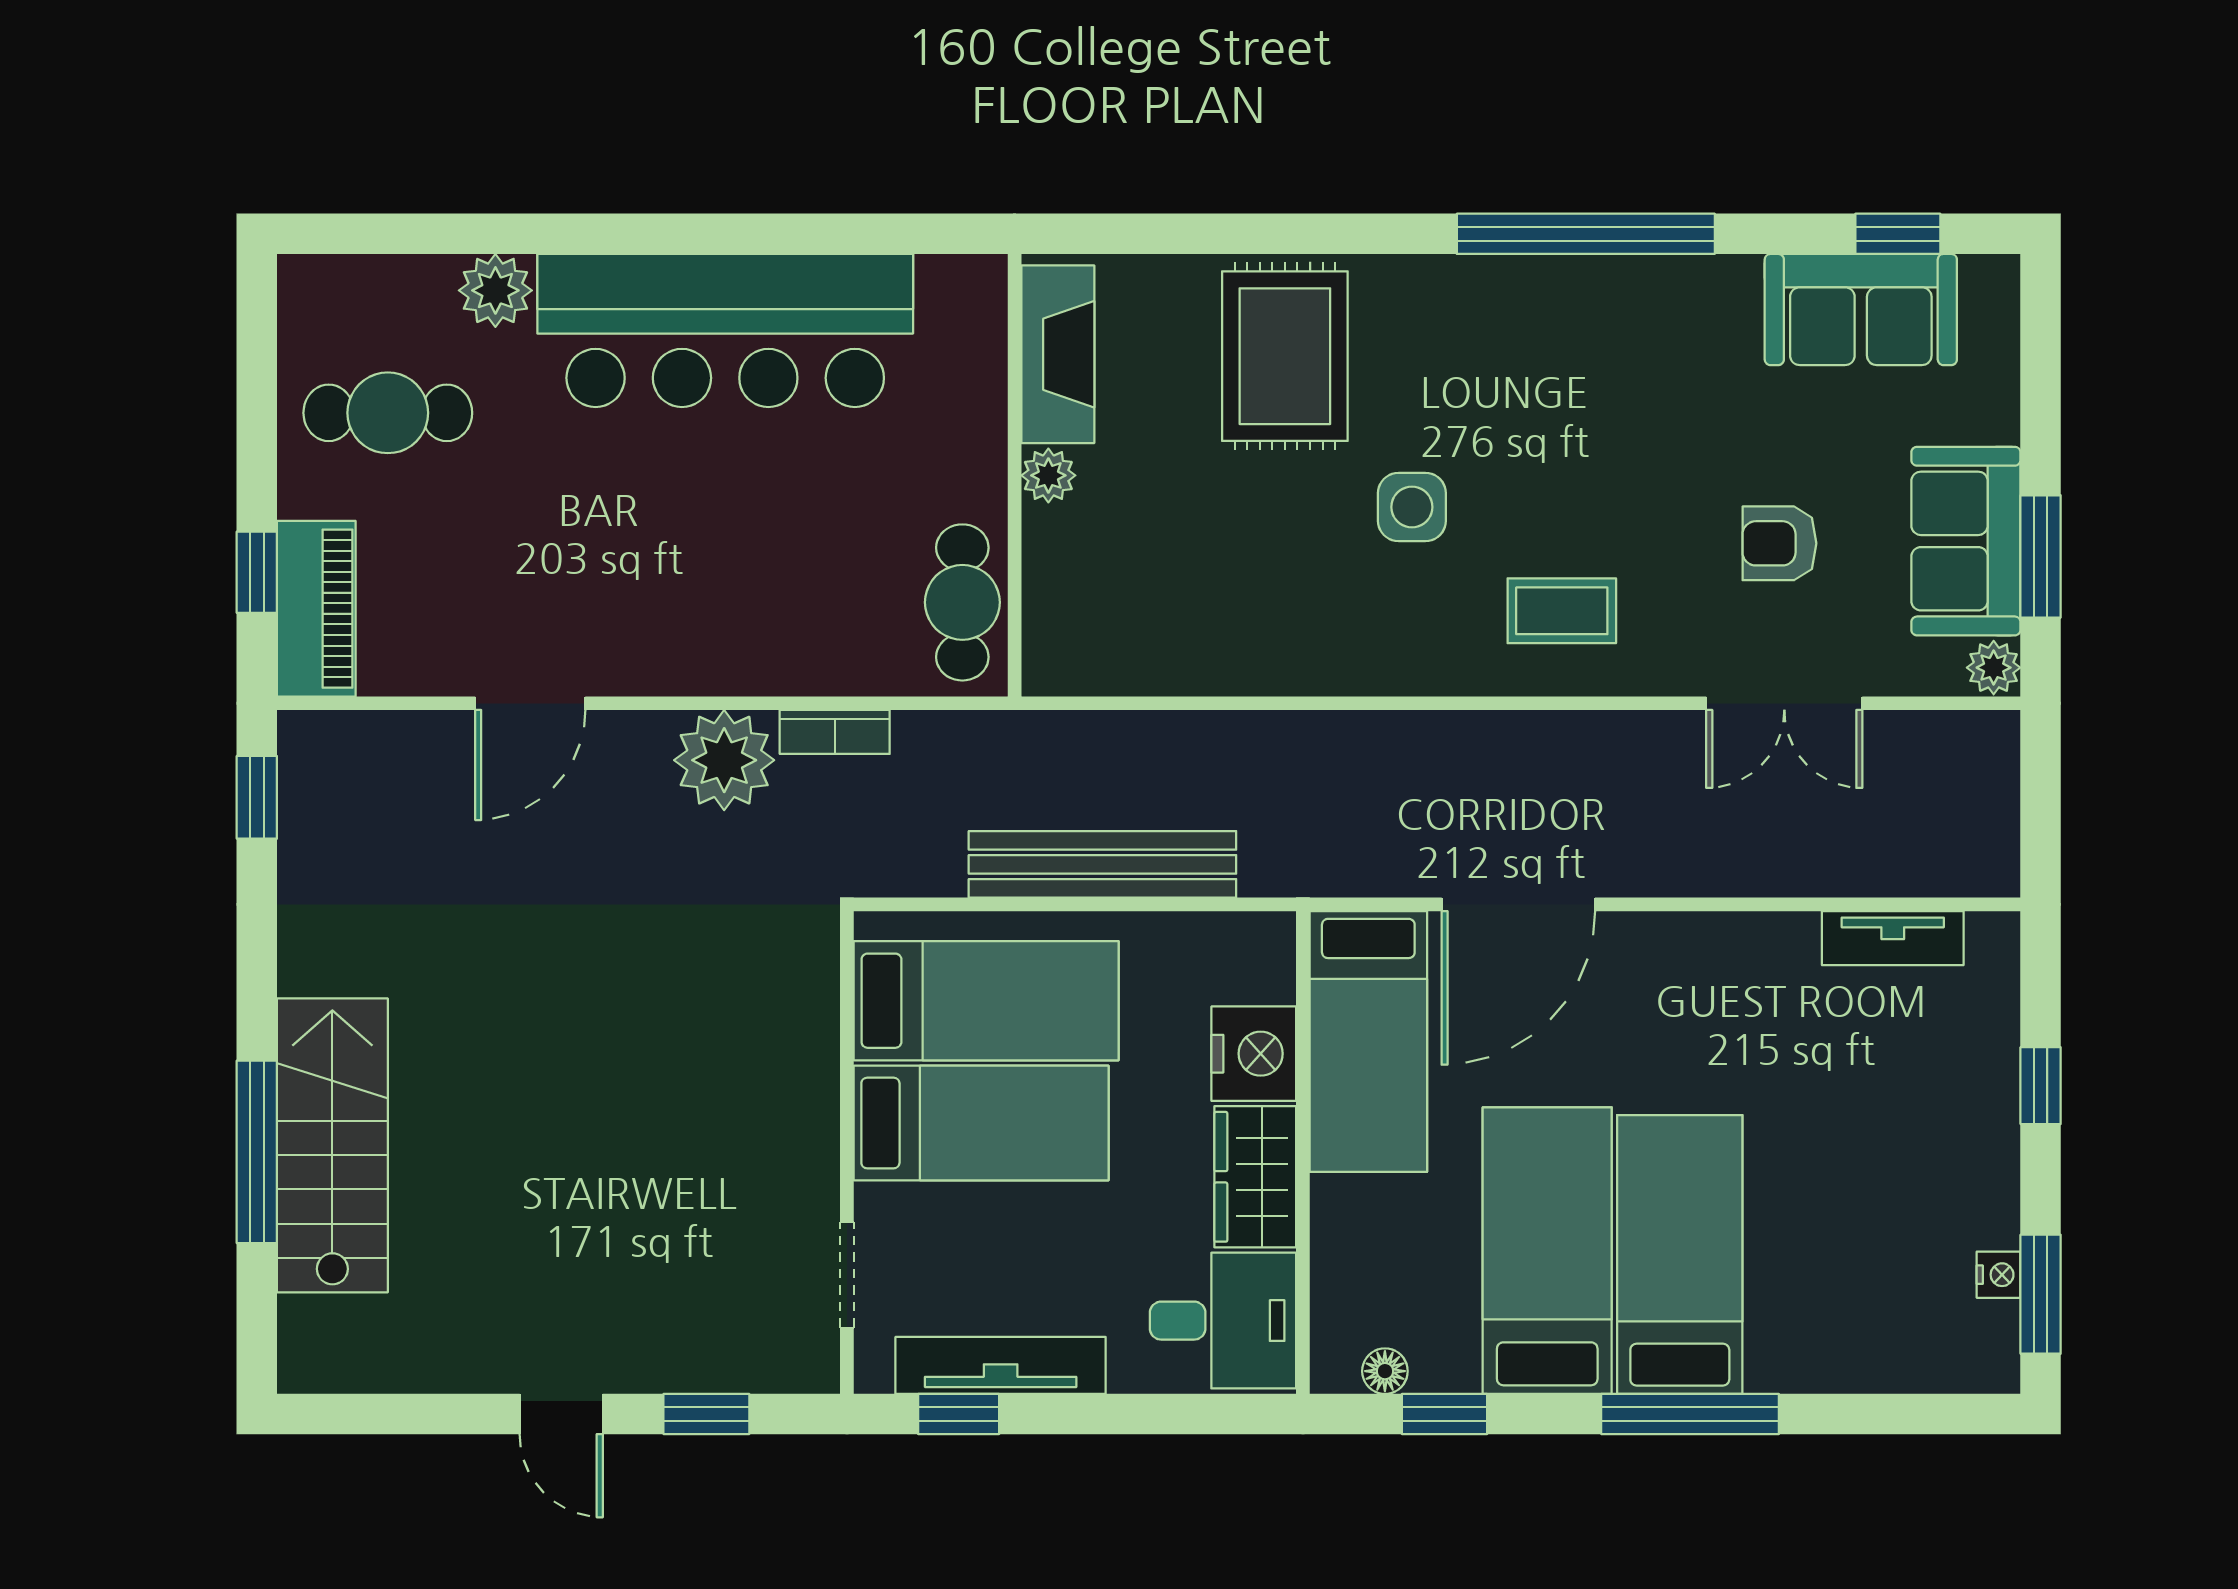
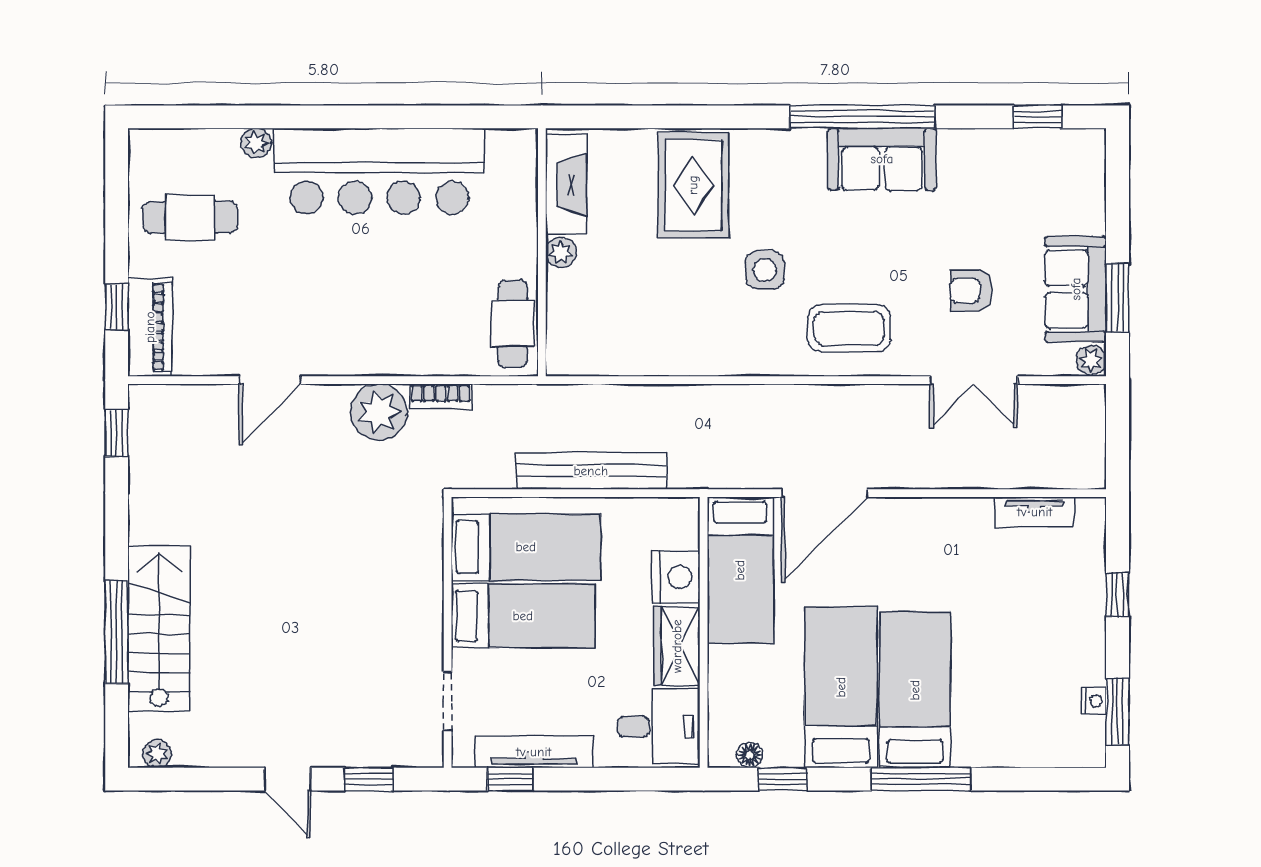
plant: (495, 290) -> (256, 143), width x0.73, depth x0.73
sofa: (1861, 310) -> (882, 159), moved
coffee table: (1562, 611) -> (849, 328), width x1.36, depth x1.30
plant: (329, 1369) -> (157, 754), added

